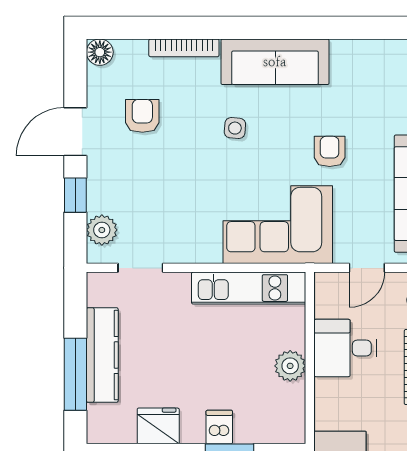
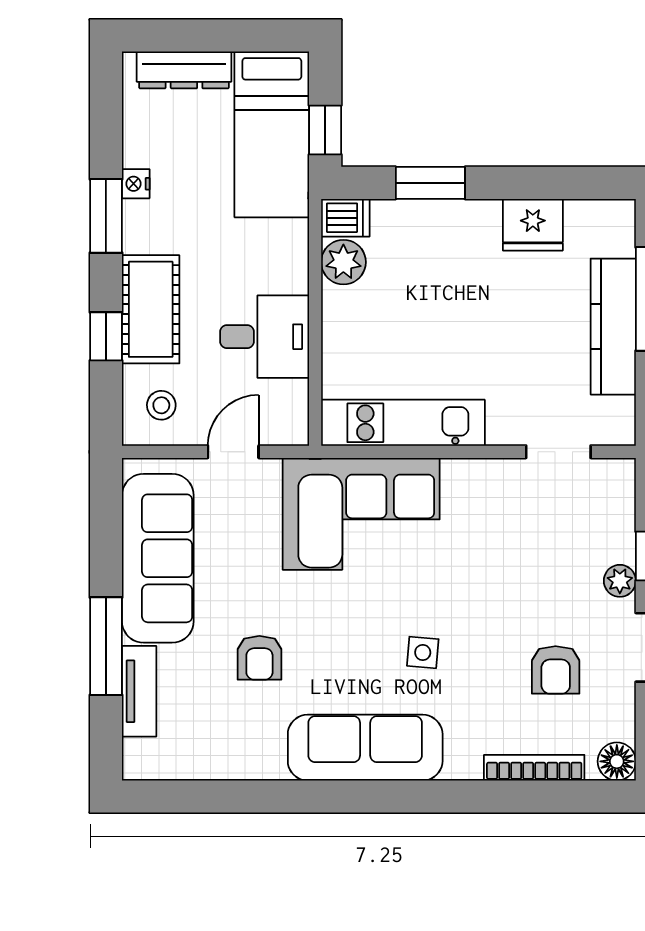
bookcase: (184, 48) -> (534, 768), moved
armchair: (330, 151) -> (259, 658), moved
plant: (102, 230) -> (620, 581), moved, width x0.73, depth x0.73
plant: (290, 366) -> (343, 262), moved
dishwasher: (219, 427) -> (345, 218), moved, turned -90

